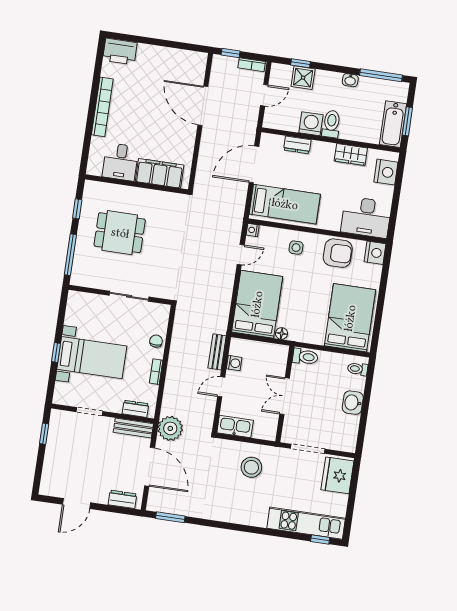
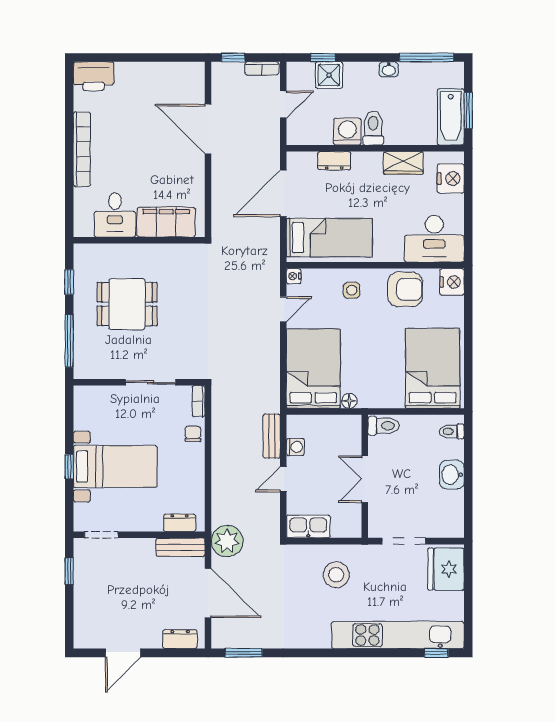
bookcase: (156, 372) -> (199, 401), moved
doorway: (89, 412) -> (101, 535), moved
kitchen unit: (306, 523) -> (398, 635), width x1.36

